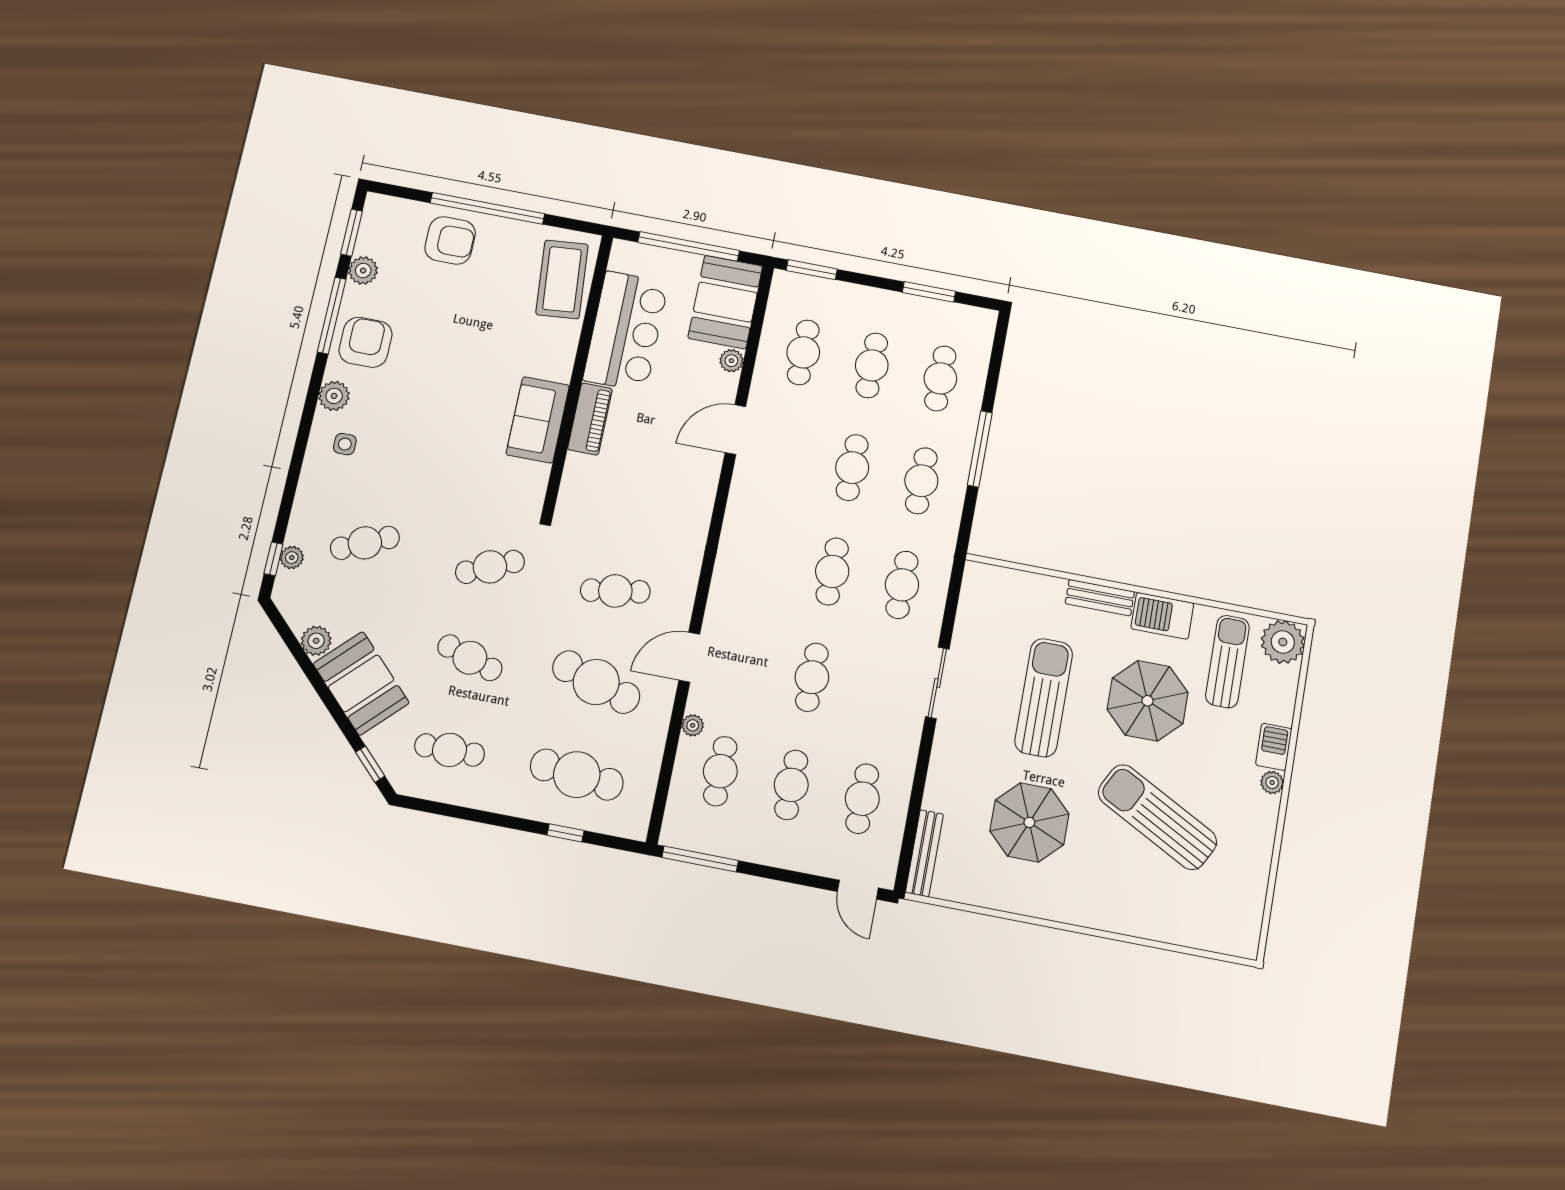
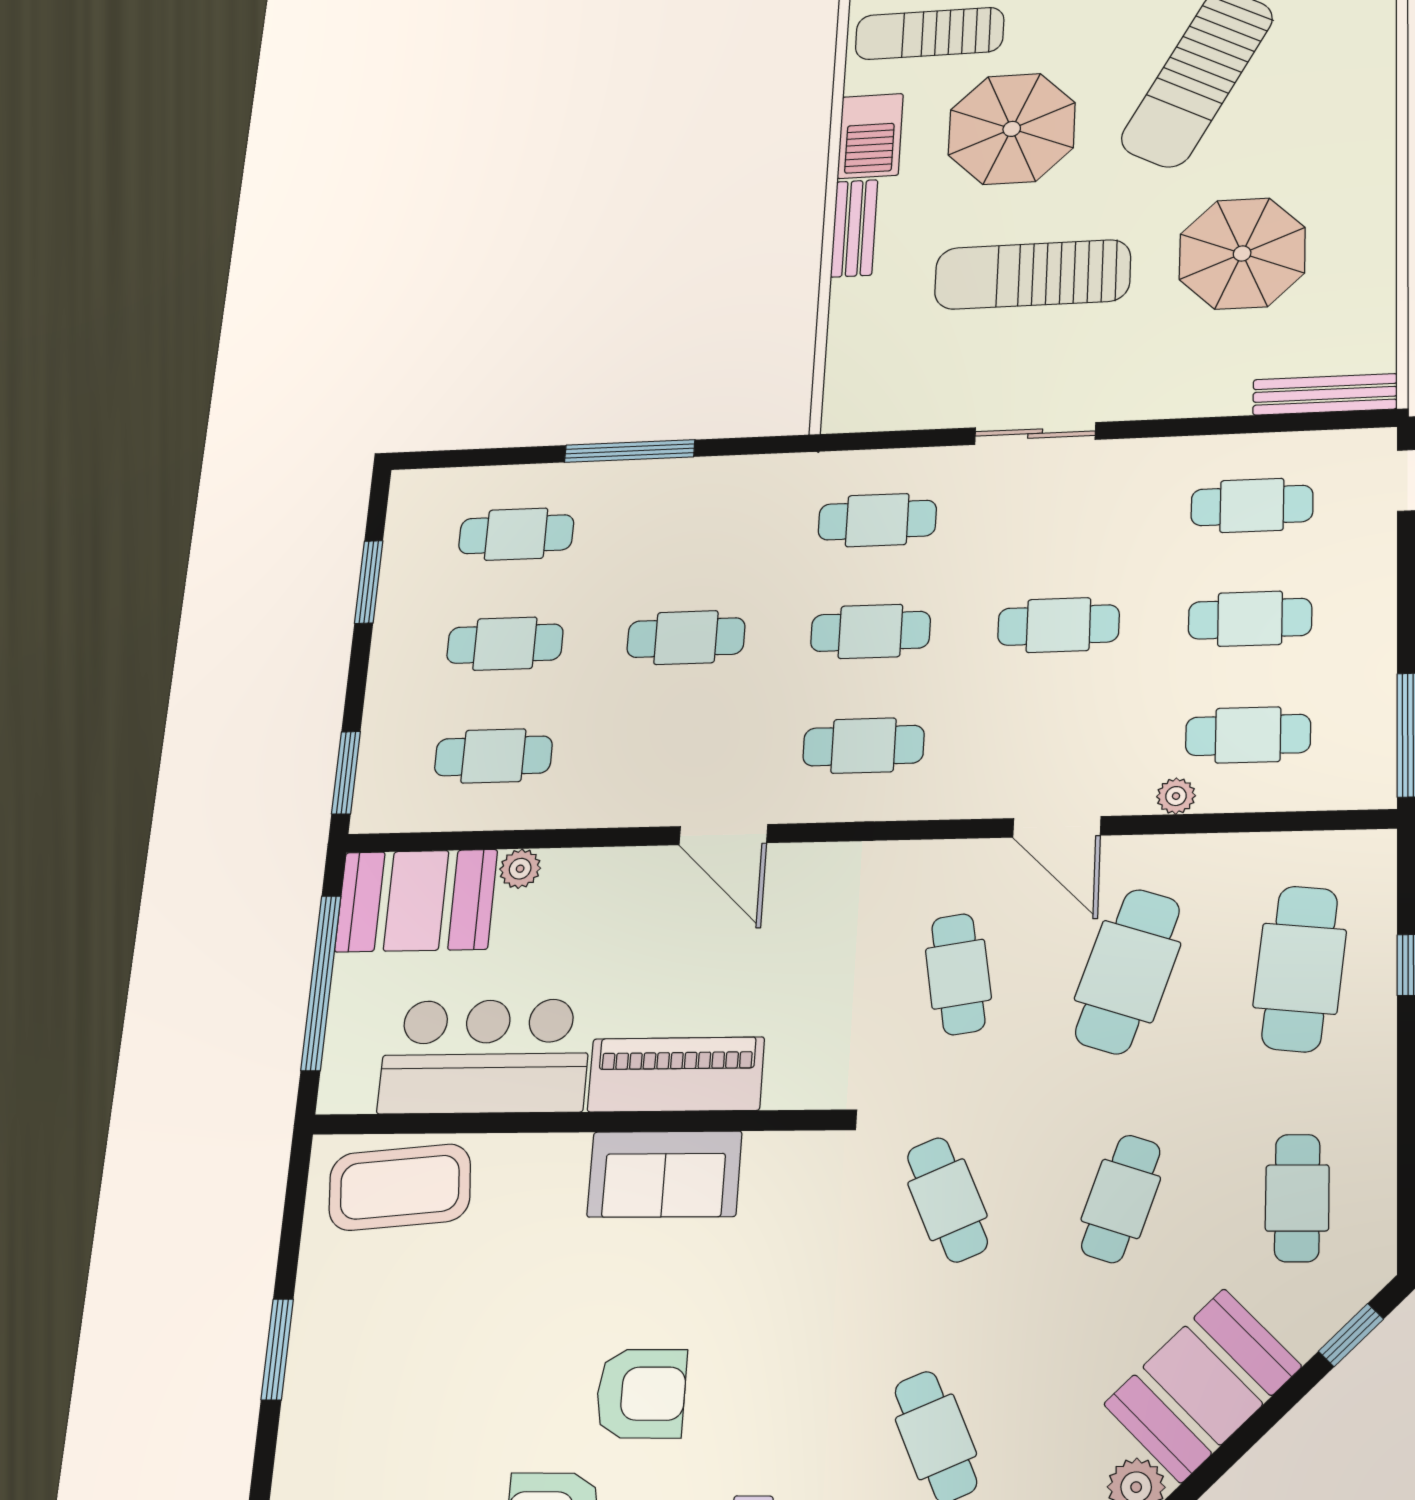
window: (487, 208) -> (277, 1349), width x0.47
armchair: (450, 240) -> (641, 1394), moved, turned 90
piano: (590, 419) -> (676, 1074), width x1.37, depth x1.33
door: (735, 430) -> (723, 835), moved
cafe table: (921, 481) -> (863, 746), moved

